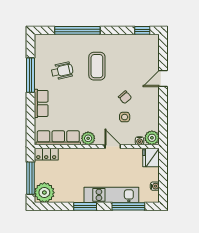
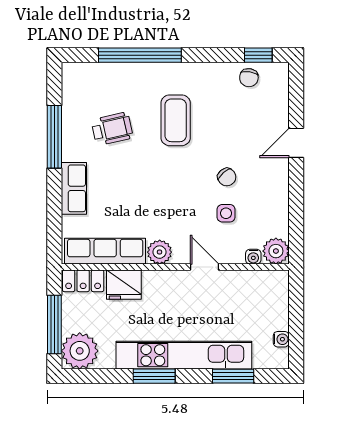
chair: (137, 43) -> (249, 78), added
fridge: (151, 157) -> (124, 285), moved, turned -90
kitchen unit: (111, 195) -> (184, 355), width x1.36
window: (128, 206) -> (233, 376), width x0.69

